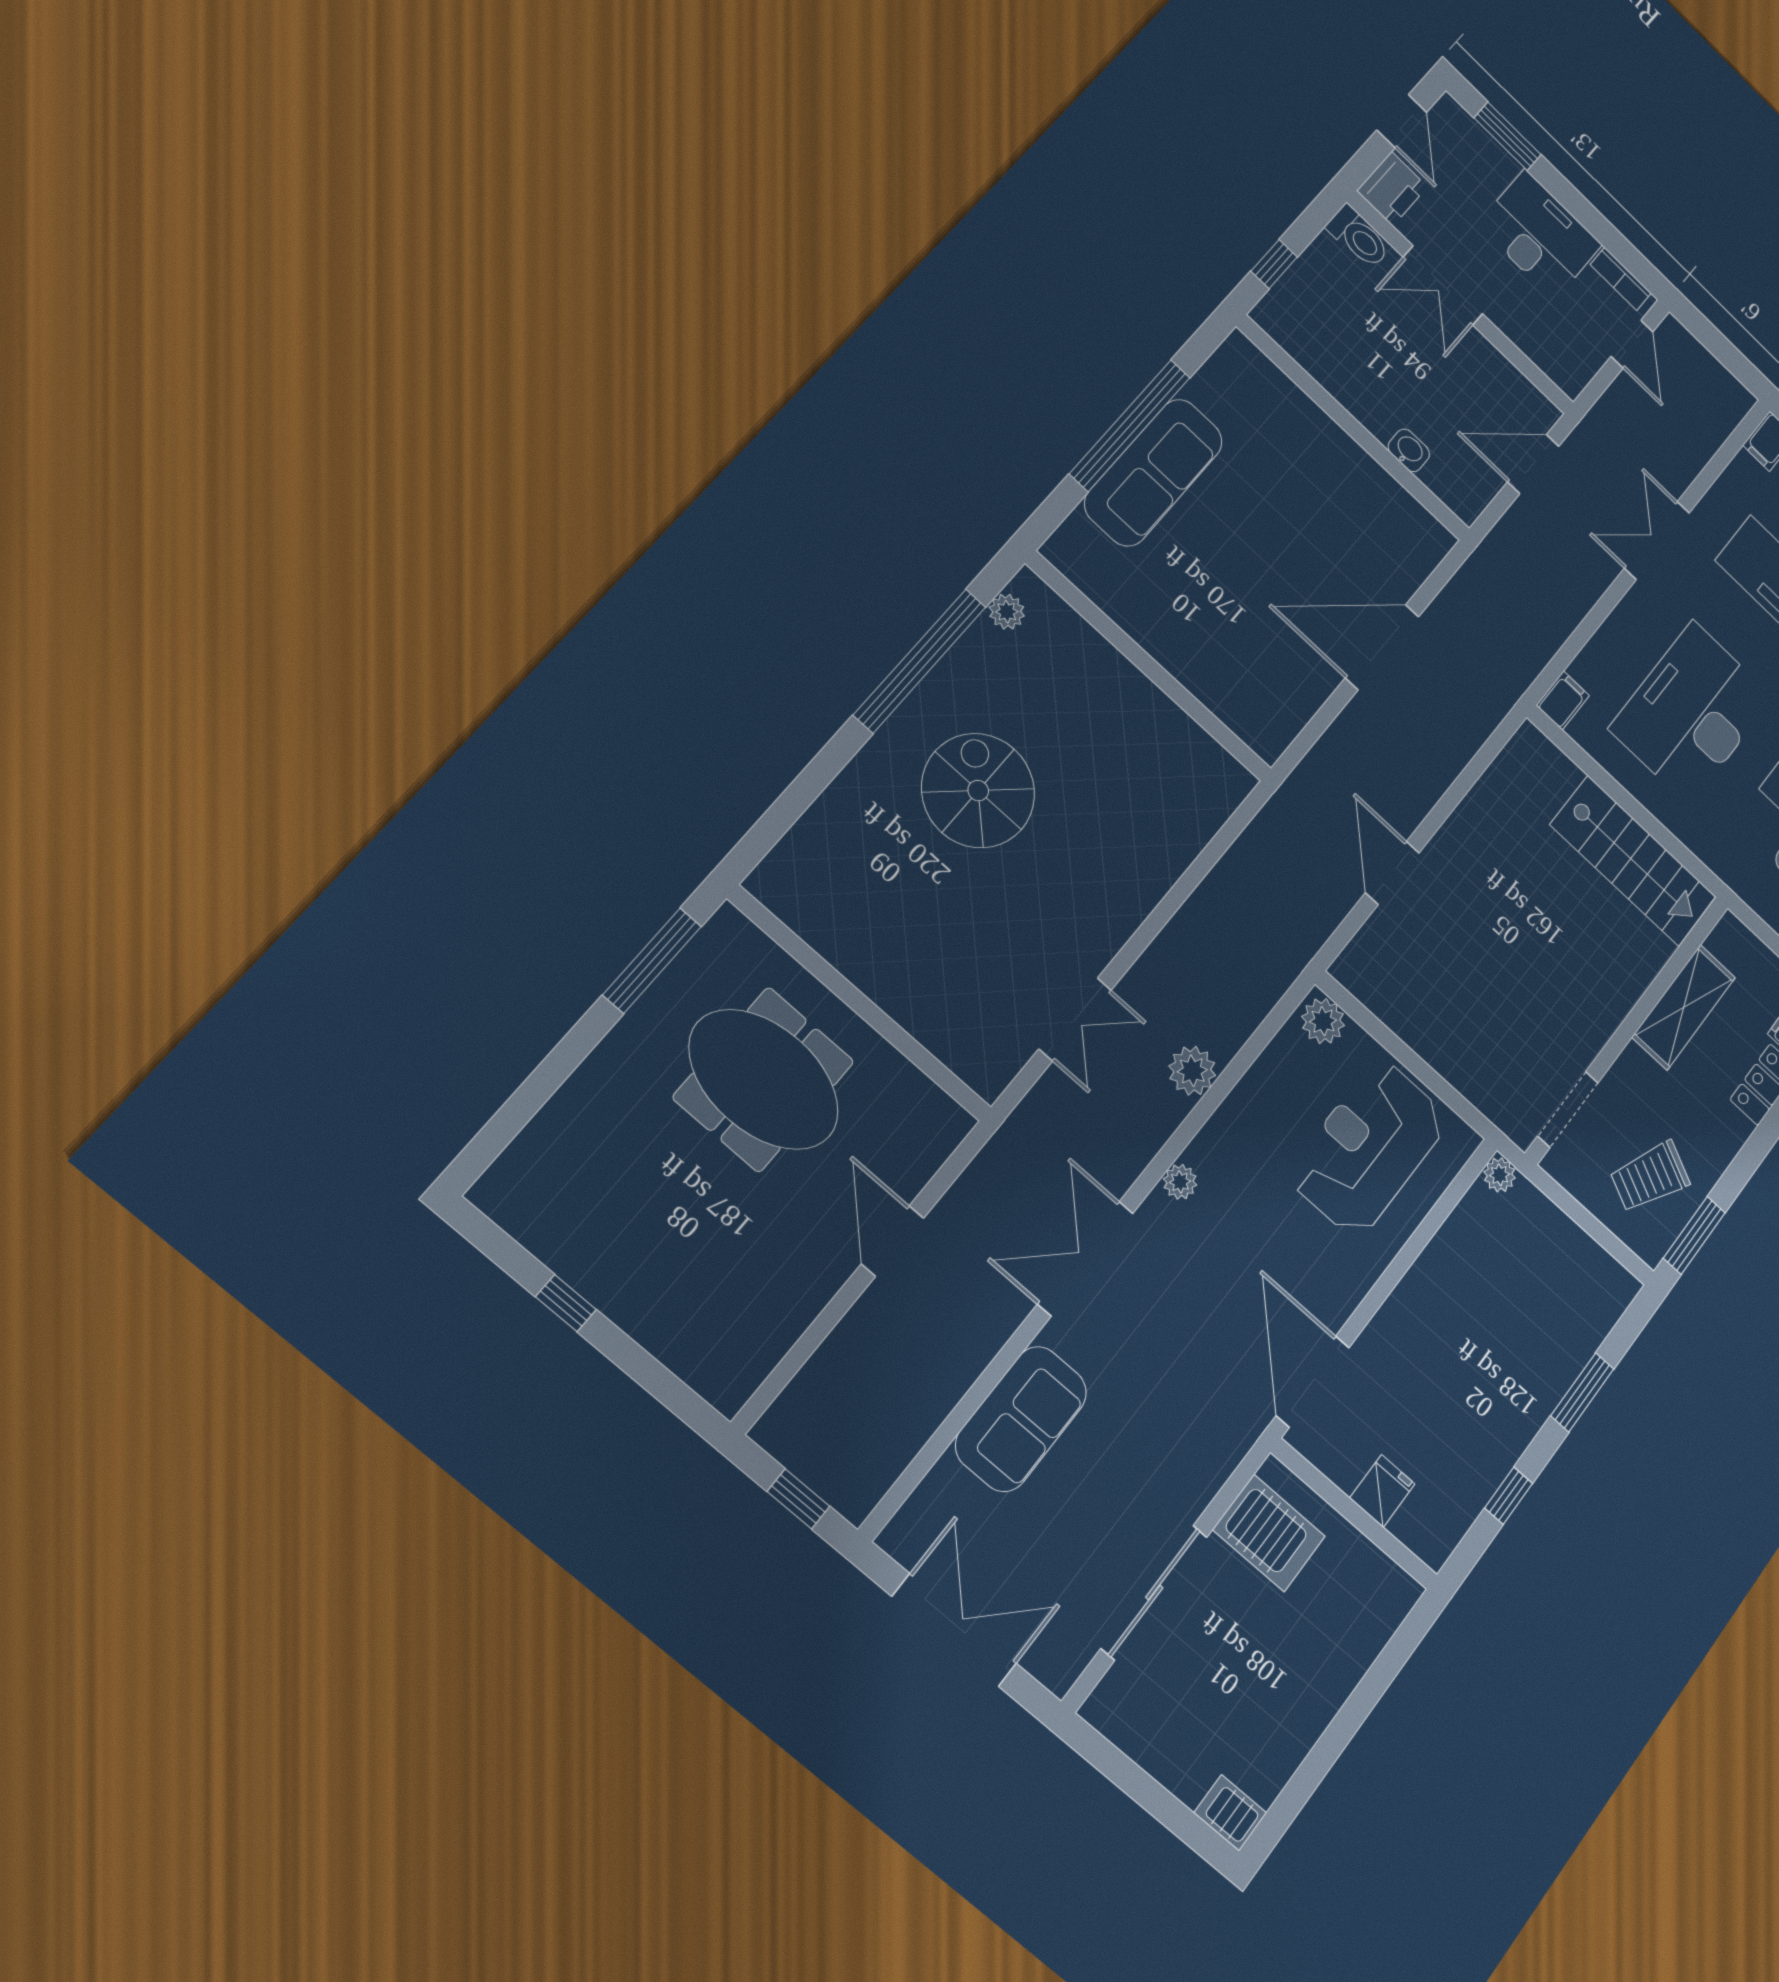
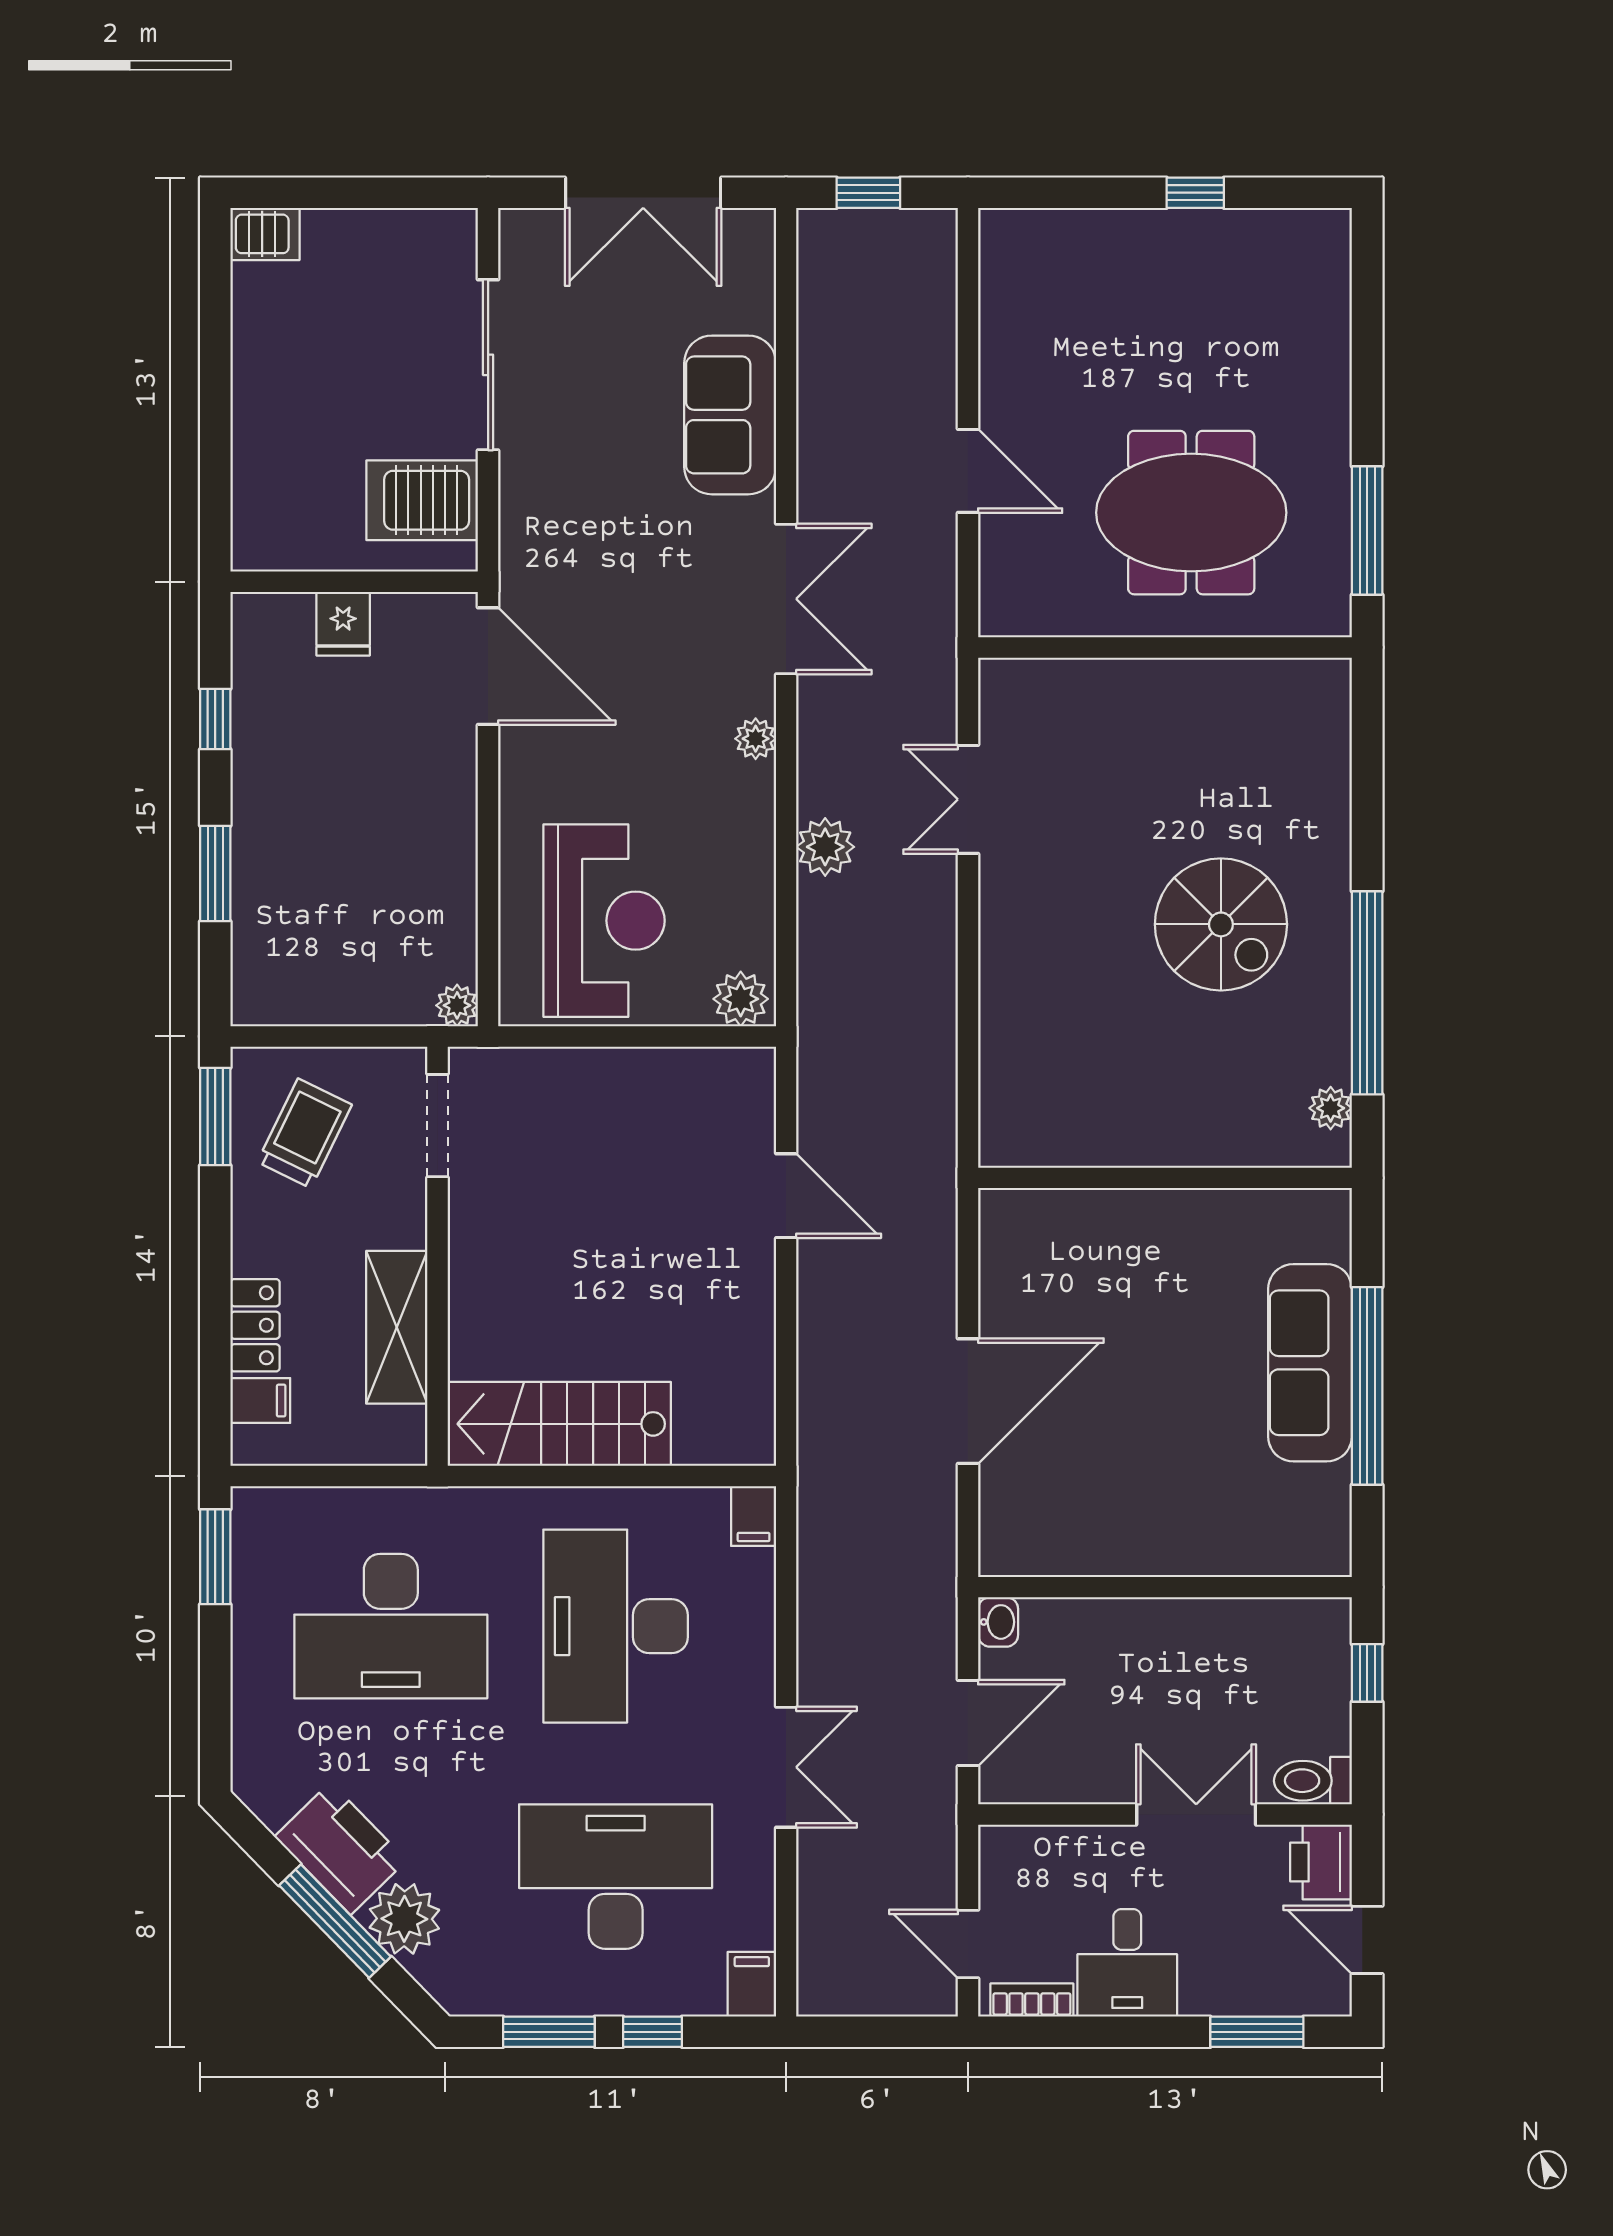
desk: (1540, 235) -> (1127, 1963), width x0.73
washbasin: (1409, 450) -> (998, 1622), moved, turned -90
desk: (1691, 713) -> (616, 1626), turned 180

